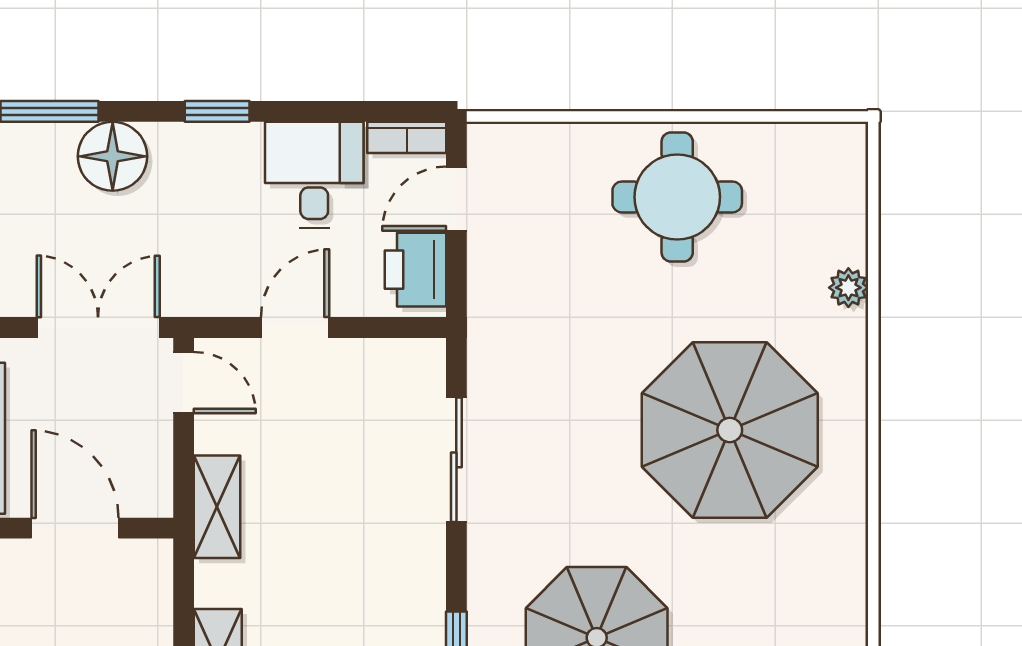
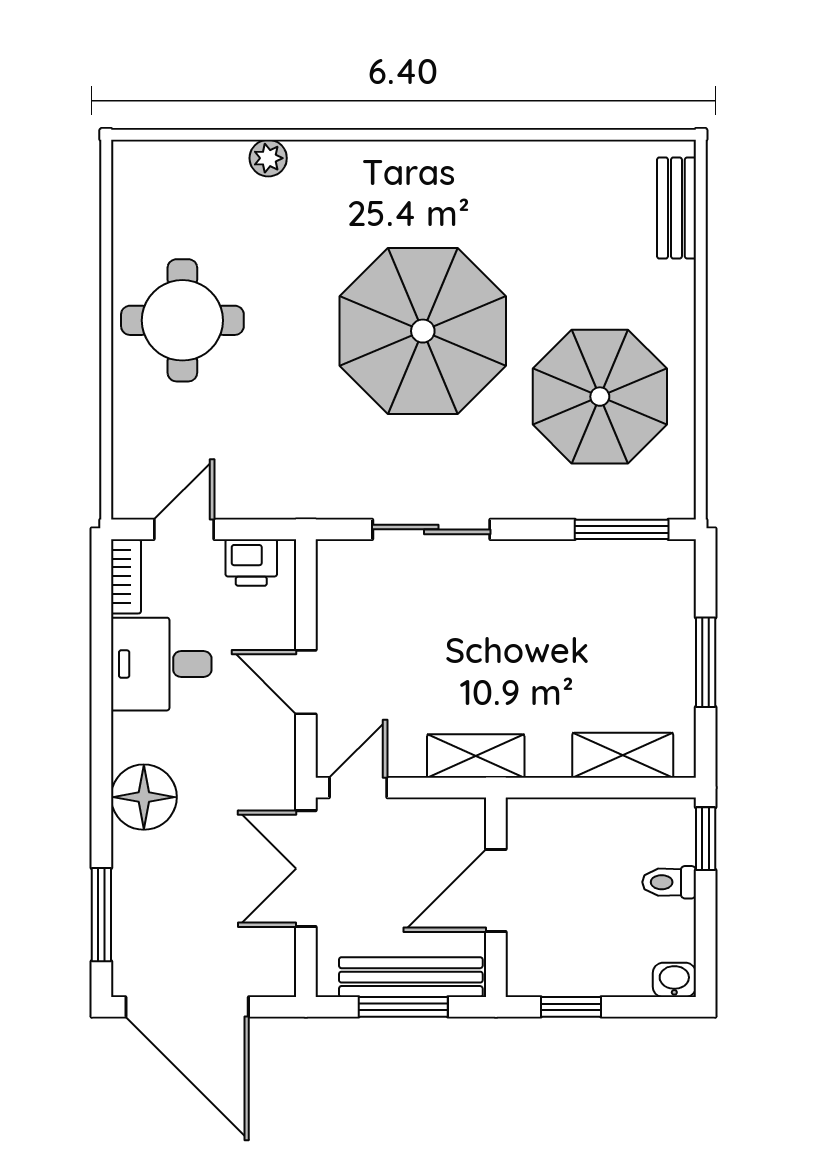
window: (217, 111) -> (101, 756), removed
floor lamp: (113, 156) -> (144, 797), moved
door: (456, 199) -> (184, 529), swing flipped
printer: (415, 270) -> (251, 563), width x0.73, depth x0.81
parasol: (730, 430) -> (423, 331), moved

